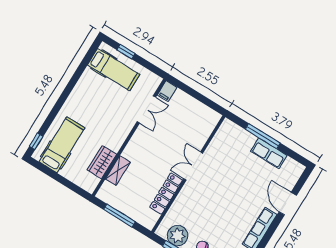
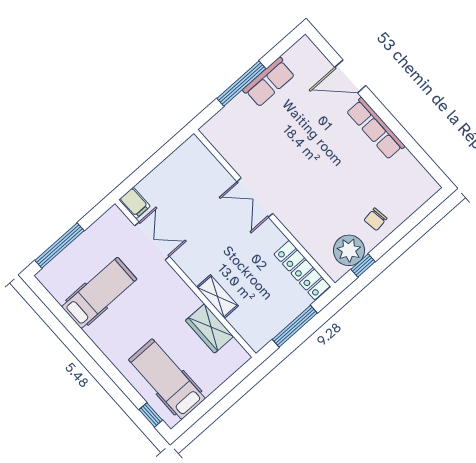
window: (126, 52) -> (60, 246), width x2.17
hospital bed: (114, 70) -> (99, 293), moved
shelving: (118, 171) -> (217, 296), moved
locker: (166, 194) -> (302, 270), moved

